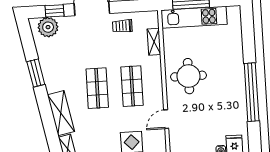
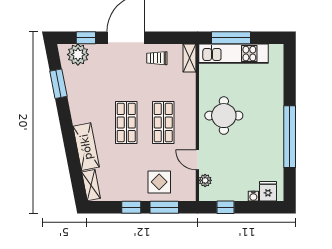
shelving: (154, 42) -> (189, 58), moved
window: (36, 73) -> (58, 84), moved
door: (166, 119) -> (197, 160), hinge flipped
plant: (175, 138) -> (205, 180), added

